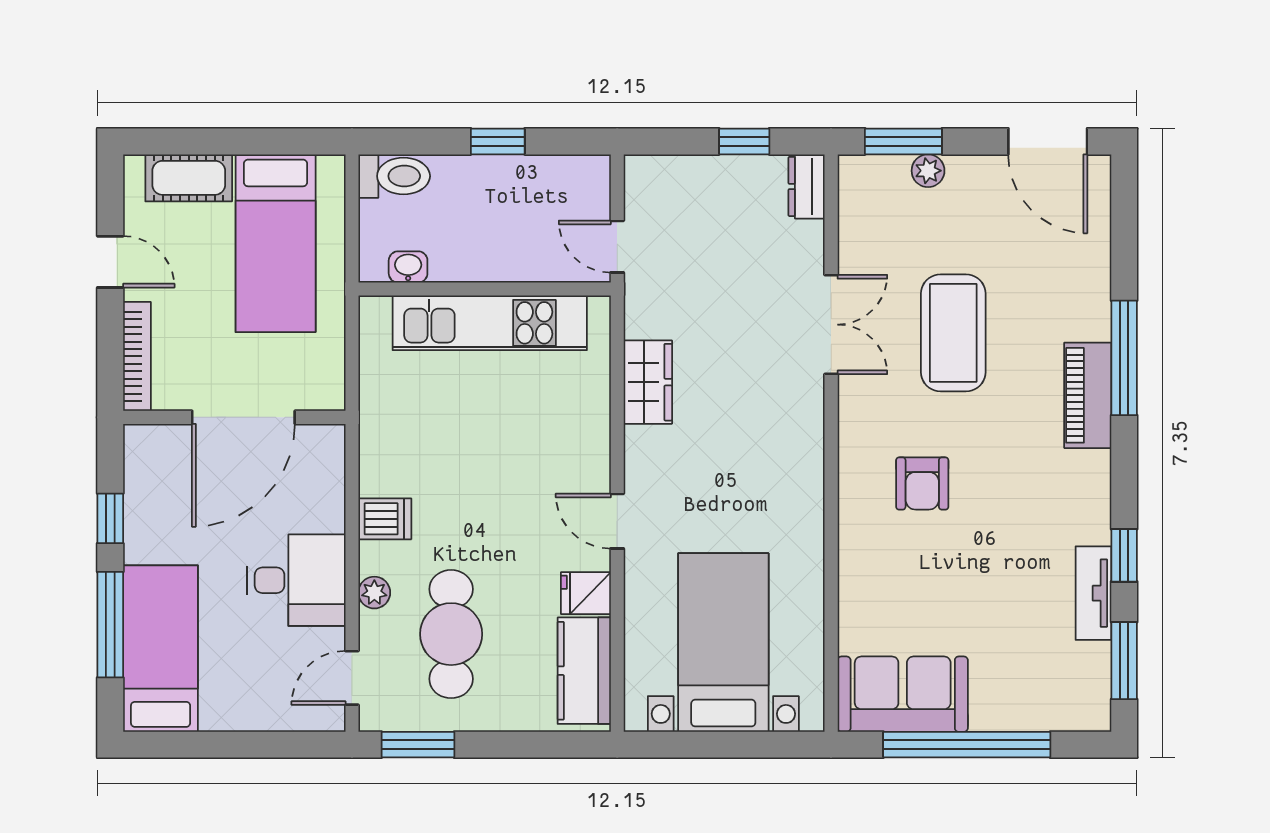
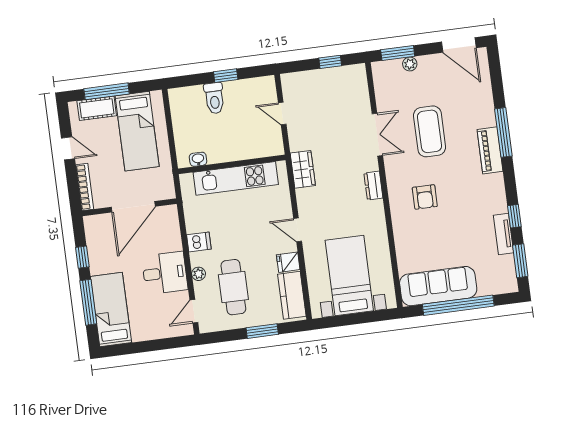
window: (217, 141) -> (107, 91), added
toilet: (394, 176) -> (214, 98), moved, turned 90
dresser: (807, 186) -> (373, 186), moved
washbasin: (408, 267) -> (198, 159), moved
wall: (485, 289) -> (232, 164), moved
kitchen unit: (490, 323) -> (236, 178), moved
sofa: (903, 694) -> (438, 286), width x1.36
window: (418, 745) -> (262, 331), moved

